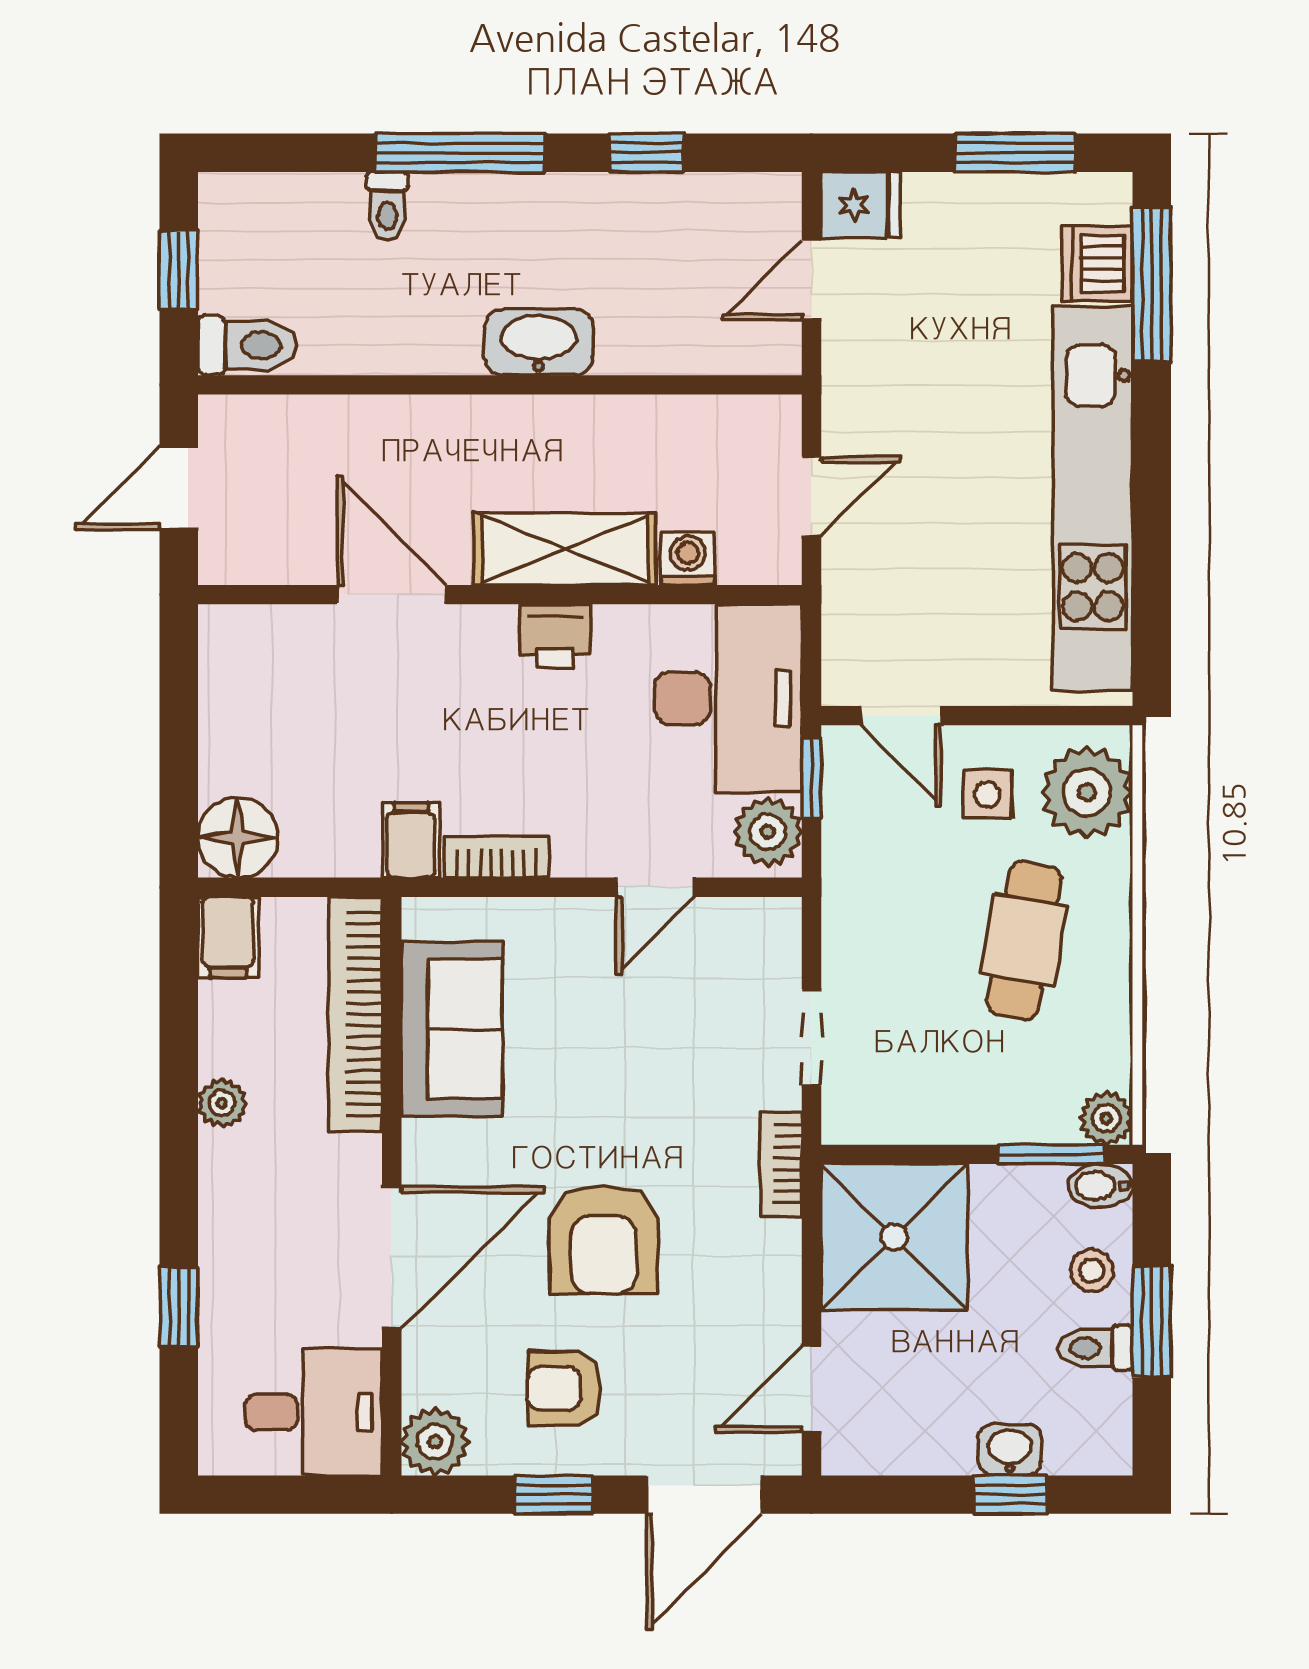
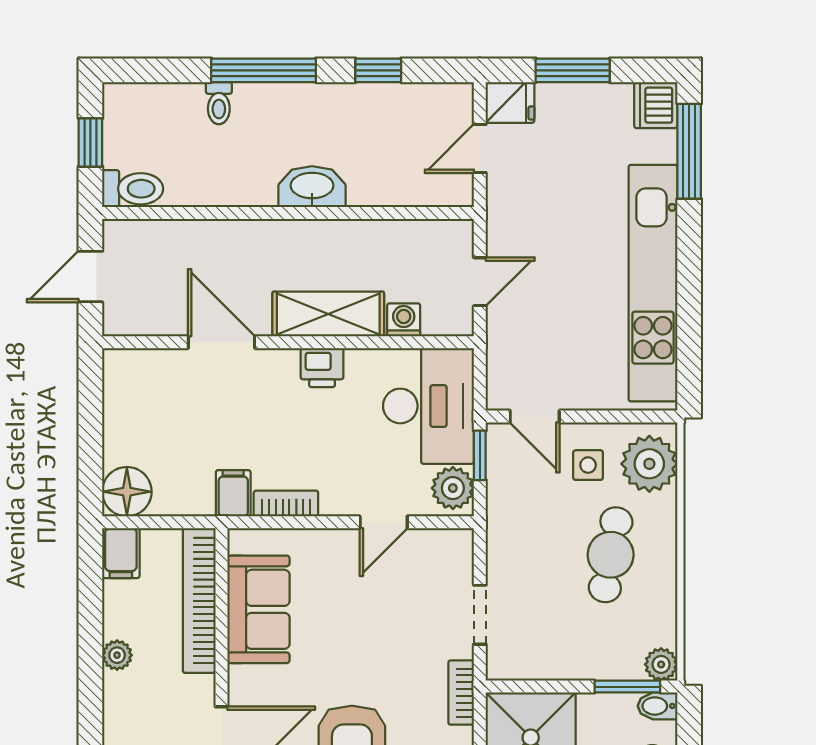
window: (1015, 153) -> (573, 70), moved
dishwasher: (1098, 264) -> (656, 105), moved

